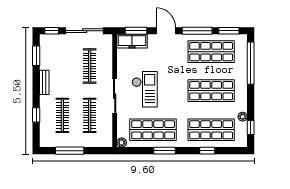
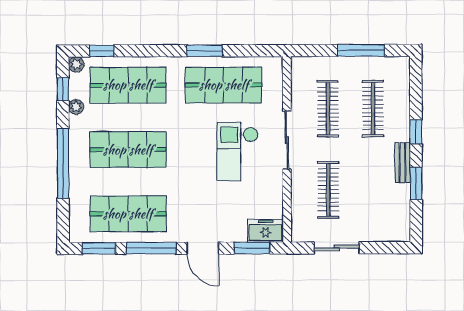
window: (52, 31) -> (391, 248), removed
sliding door: (85, 31) -> (337, 248), width x0.73
freezer: (132, 41) -> (266, 231), width x0.71
window: (36, 56) -> (416, 183), moved
window: (251, 63) -> (63, 163), moved
window: (36, 115) -> (416, 132), moved
plant: (122, 143) -> (76, 64), moved
window: (207, 151) -> (102, 51), moved

